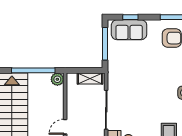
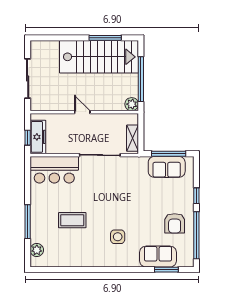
window: (130, 17) -> (196, 196), moved
sofa: (129, 30) -> (167, 167), moved, turned -90

